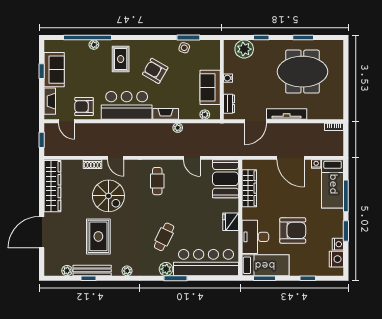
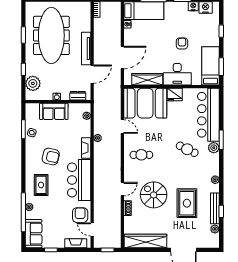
rug: (121, 59) -> (41, 185), turned 90
sofa: (54, 70) -> (34, 234), moved, turned 90
armchair: (155, 71) -> (51, 157), turned -107
meeting table: (302, 72) -> (51, 35), width x1.36
sofa: (210, 87) -> (54, 111), moved
armchair: (84, 107) -> (80, 215), turned 180
door: (66, 121) -> (92, 229), swing flipped
door: (256, 121) -> (92, 74), hinge flipped
door: (192, 158) -> (122, 127), hinge flipped
door: (290, 158) -> (122, 58), moved
booth: (226, 179) -> (145, 103), width x1.36, depth x1.42
spiral stairs: (108, 196) -> (154, 195), turned -90
armchair: (293, 230) -> (182, 43), width x0.53, depth x0.53
rug: (98, 236) -> (187, 203), turned 90
desk: (255, 237) -> (177, 74), moved

